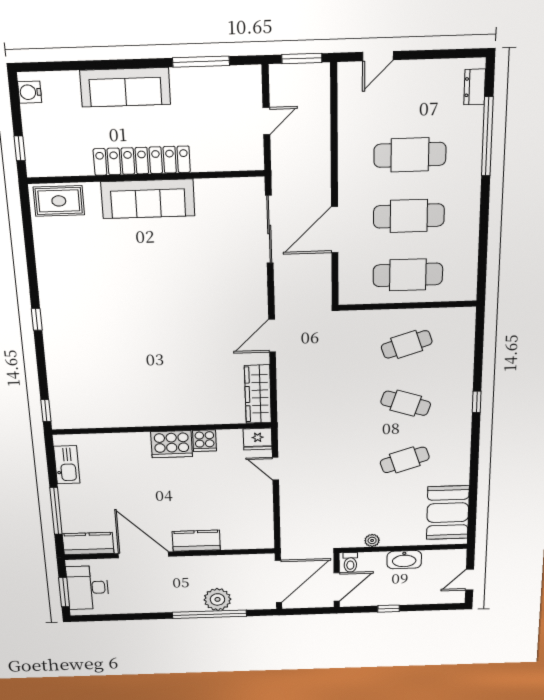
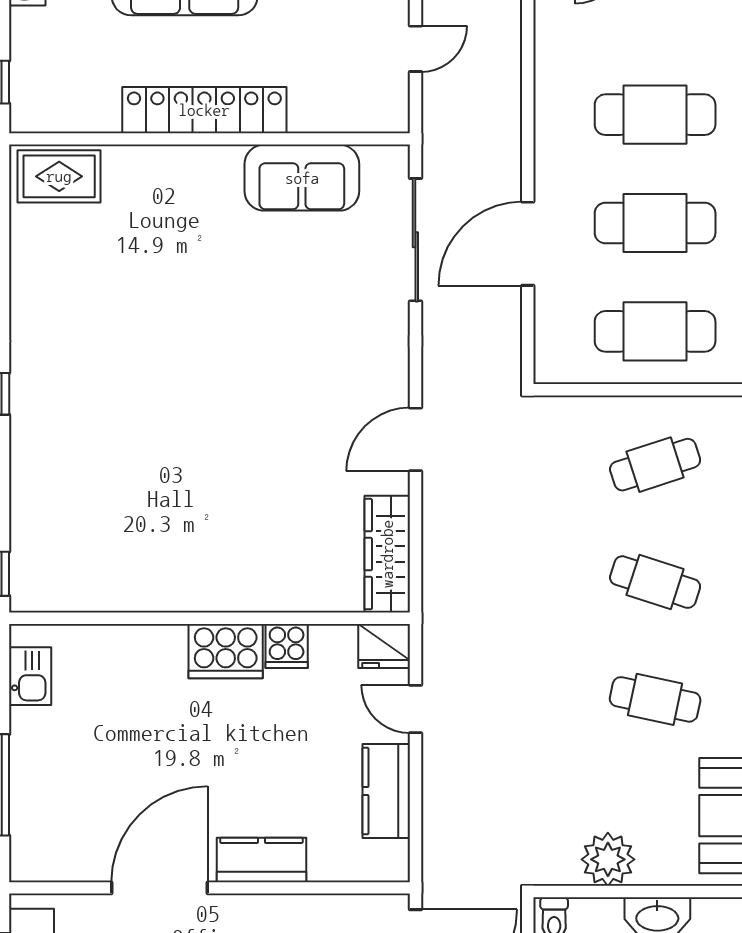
sofa: (148, 199) -> (302, 178), moved, width x0.73
cafe table: (405, 460) -> (655, 699), turned 30
kitchen sink: (67, 465) -> (30, 676), width x0.73
plant: (372, 540) -> (608, 859), width x1.88, depth x1.88
kitchen counter: (88, 544) -> (386, 791), moved, turned -90
door: (143, 555) -> (159, 888), hinge flipped

